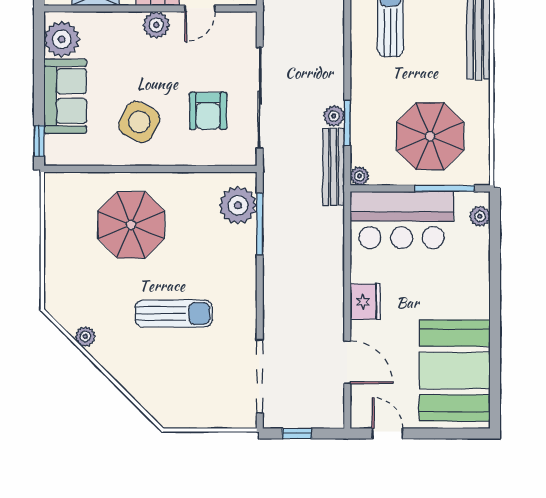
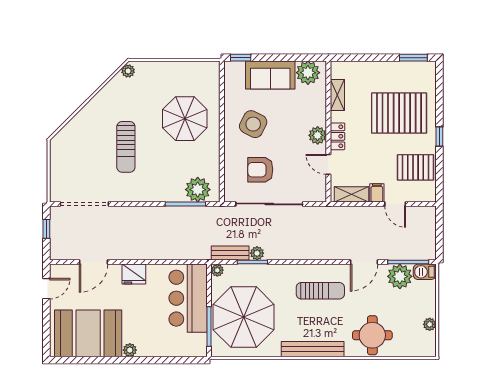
parasol: (430, 136) -> (244, 317), width x1.36, depth x1.36
bench: (333, 167) -> (230, 253), width x0.73
plant: (480, 216) -> (130, 350), moved
plant: (85, 336) -> (128, 71), moved

